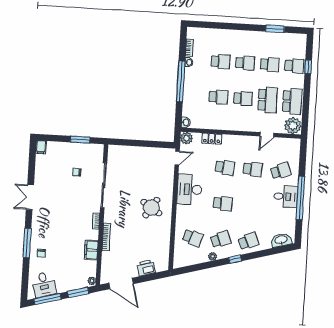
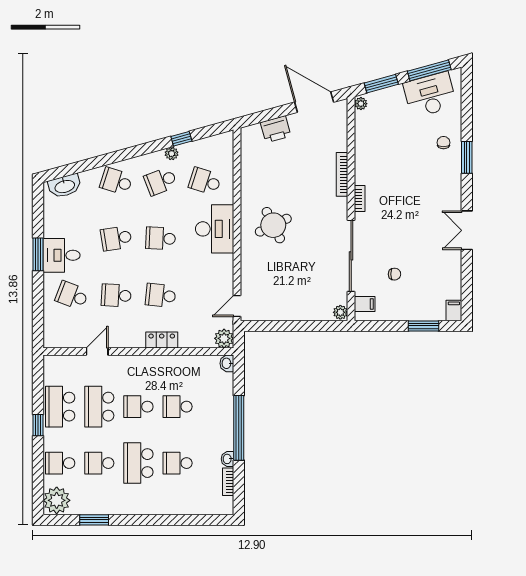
school desk: (245, 63) -> (138, 463), width x1.85
window: (308, 67) -> (38, 425), moved
plant: (293, 126) -> (57, 500), moved
locker: (212, 139) -> (162, 340), moved
window: (80, 140) -> (424, 326), moved
plant: (112, 150) -> (340, 312), added
school desk: (281, 171) -> (72, 295), turned 42
desk: (189, 189) -> (215, 229), moved
double door: (30, 197) -> (467, 230), swing flipped
window: (300, 198) -> (38, 254), width x0.47
school desk: (251, 205) -> (116, 238), added
round table: (151, 208) -> (273, 225), turned 31
school desk: (248, 241) -> (116, 181), turned 42
window: (27, 243) -> (467, 157), width x0.69
filing cabinet: (91, 250) -> (365, 304), moved, width x0.50
window: (235, 259) -> (181, 139), moved
desk: (44, 285) -> (430, 95), width x1.37

